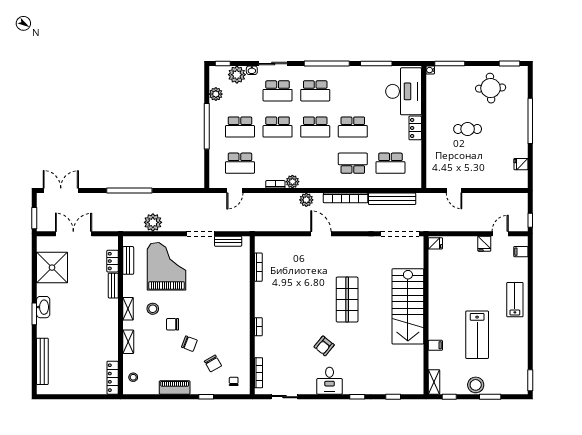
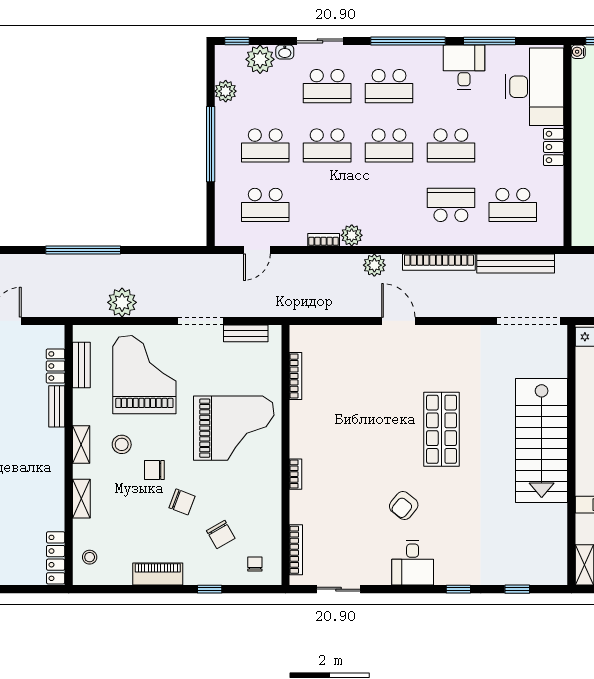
desk: (361, 79) -> (464, 67), added
grand piano: (221, 299) -> (234, 428), added

